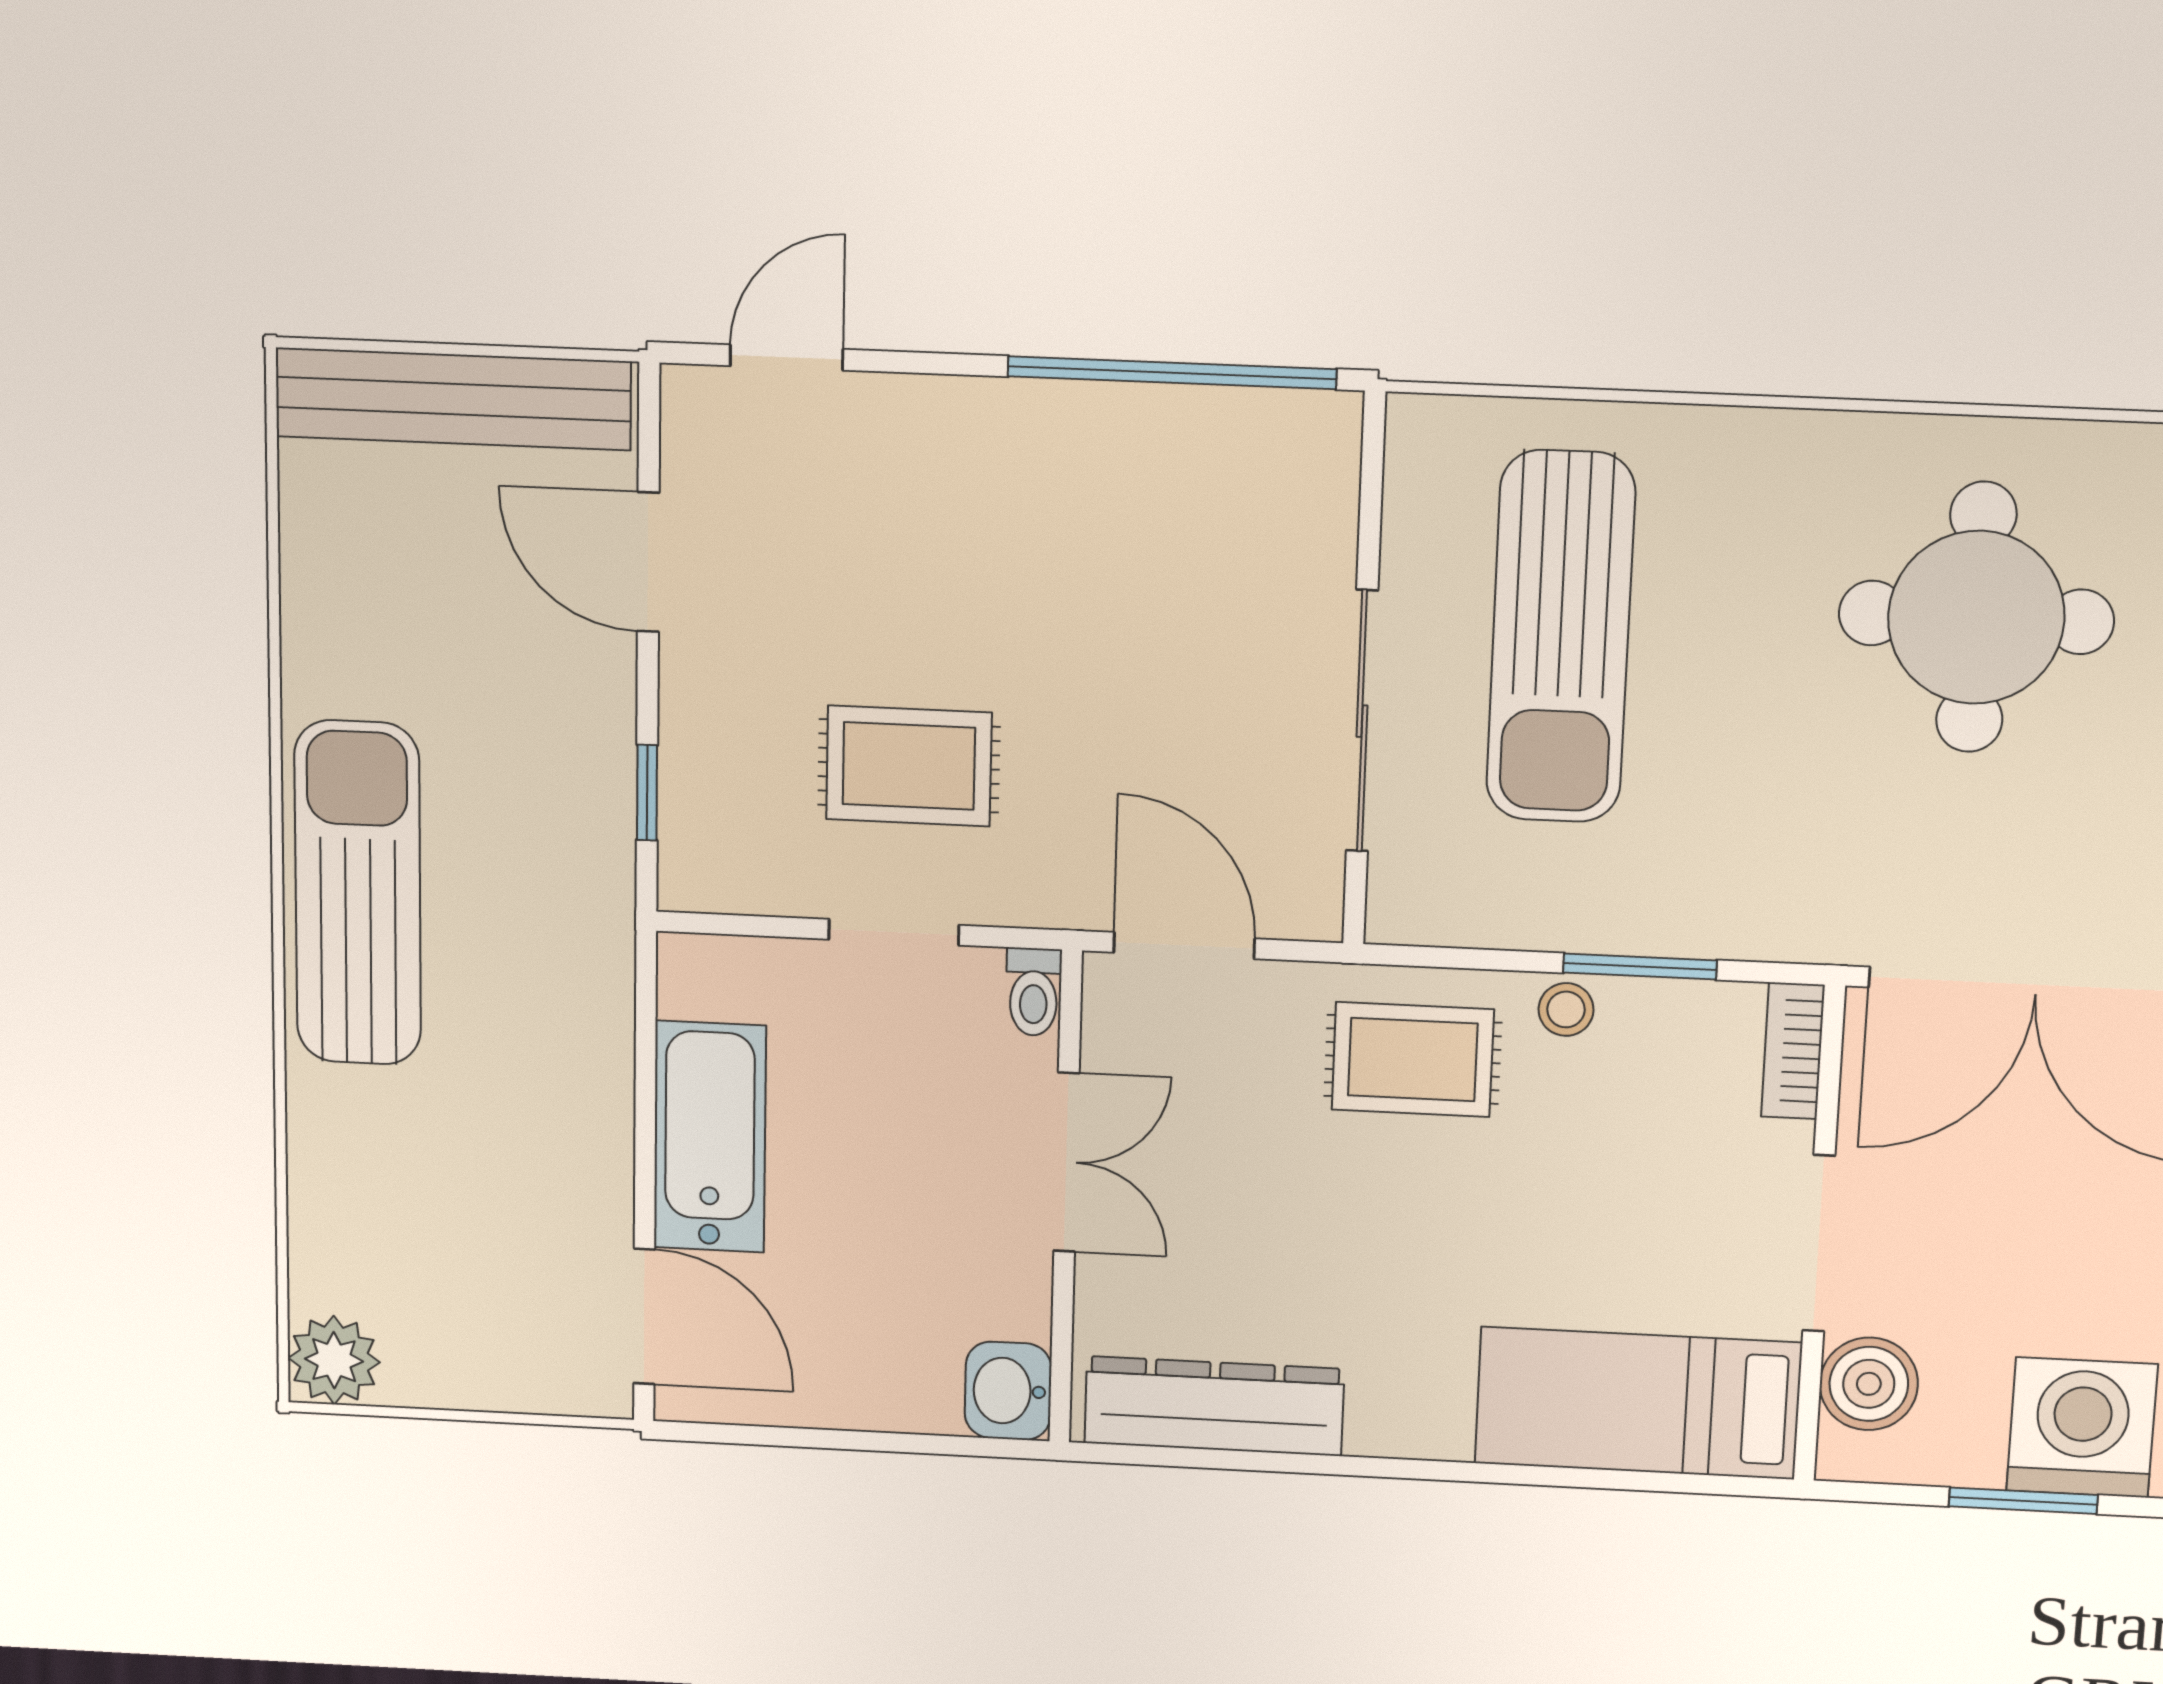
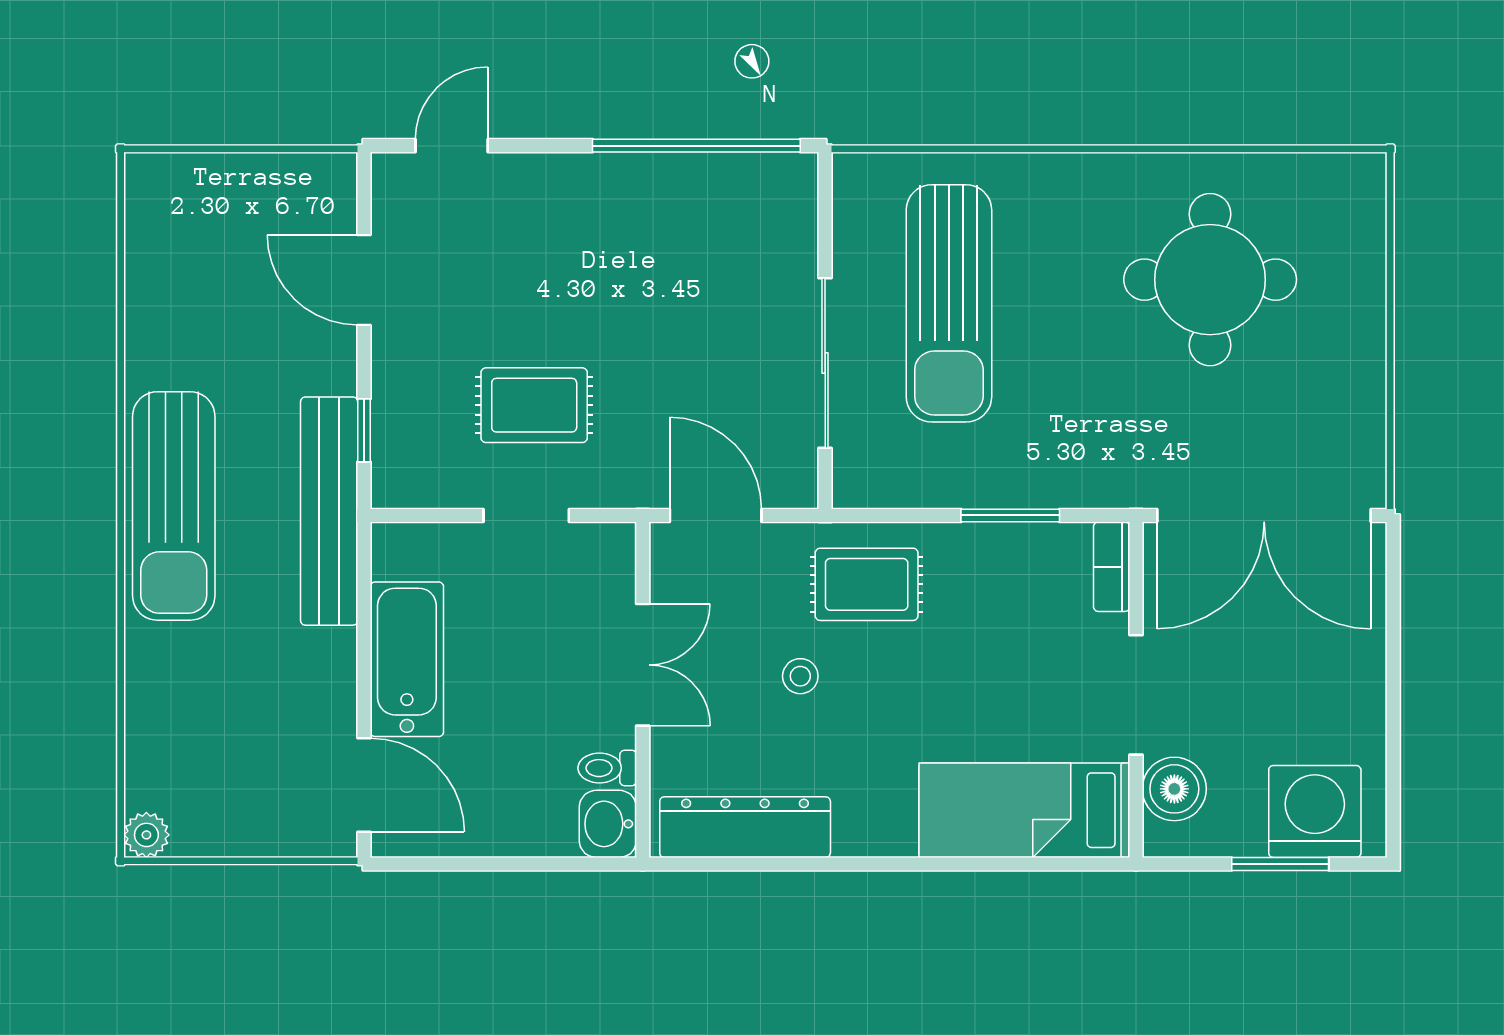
bench: (453, 399) -> (329, 511), moved, turned 90
sun lounger: (358, 893) -> (174, 506), turned 180
toilet: (1034, 992) -> (607, 768), moved, turned 90
stool: (1566, 1009) -> (800, 676), moved
plant: (334, 1360) -> (146, 835), width x0.73, depth x0.73

